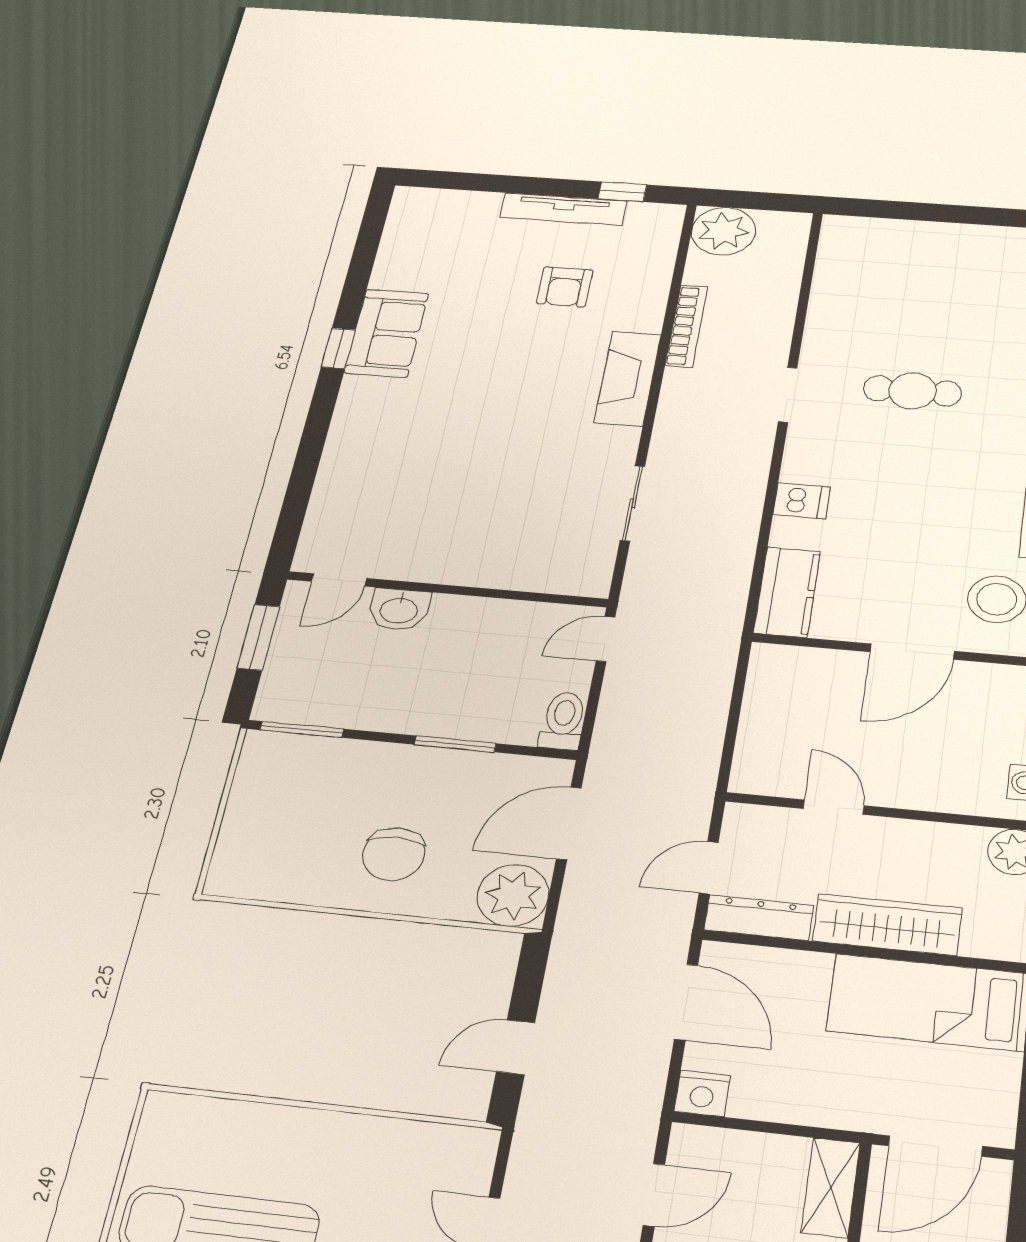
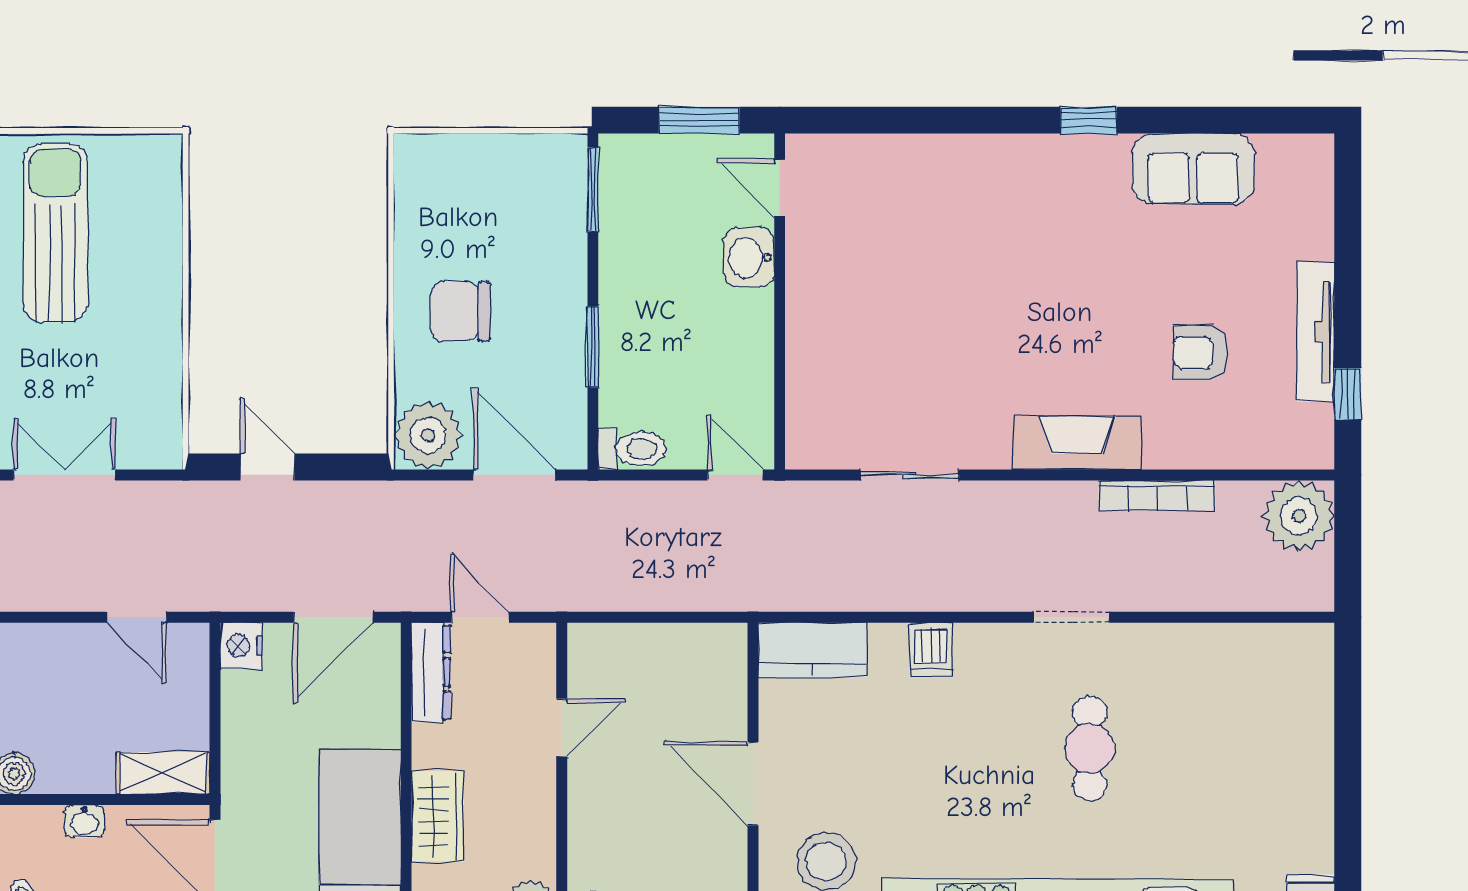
sofa: (387, 333) -> (1193, 169), moved
wardrobe: (887, 925) -> (438, 816), width x0.67

